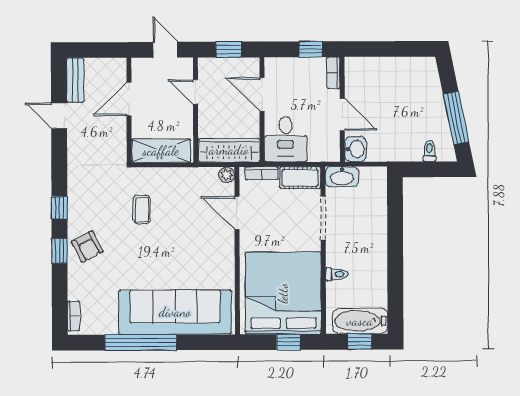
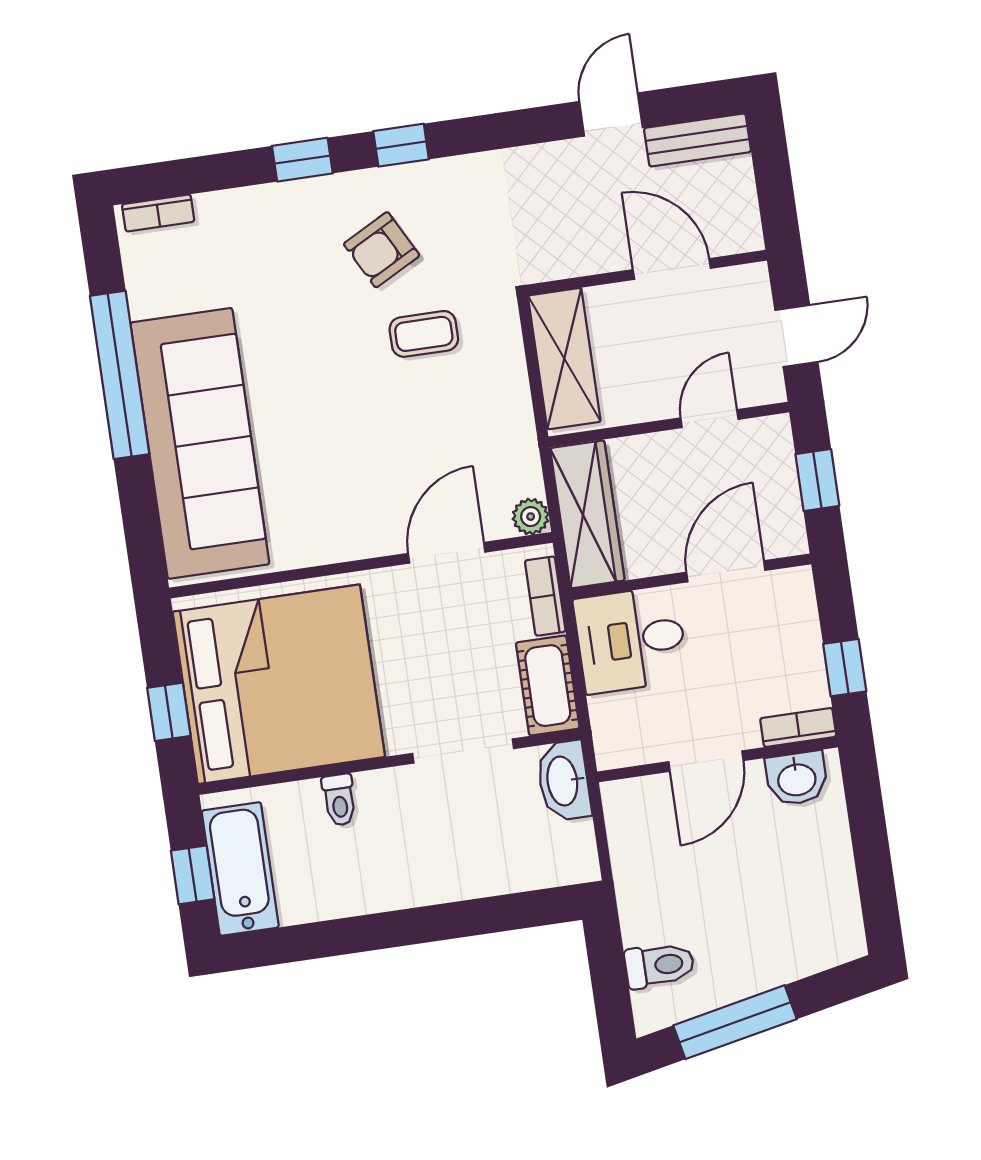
washbasin: (355, 149) -> (797, 778), moved
toilet: (429, 151) -> (659, 965), width x1.37, depth x1.39
armchair: (87, 247) -> (382, 250), moved

